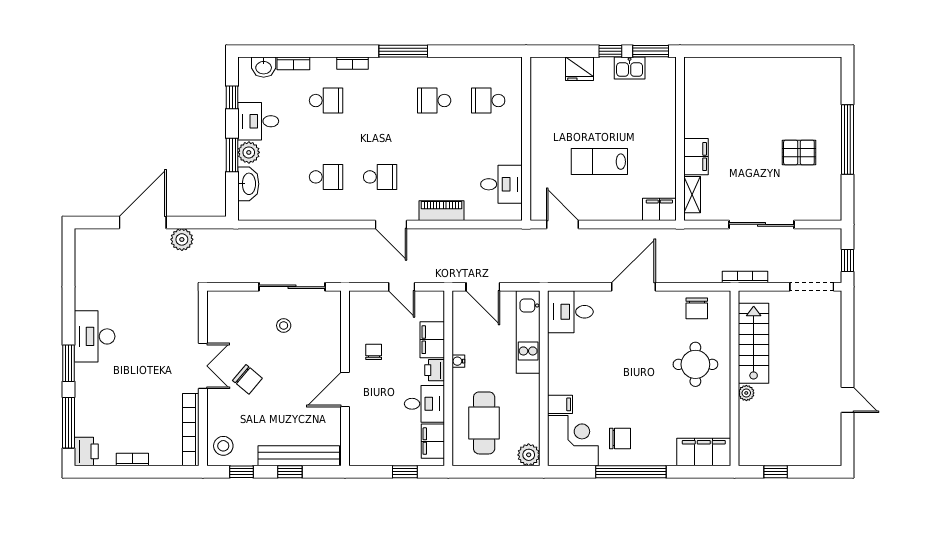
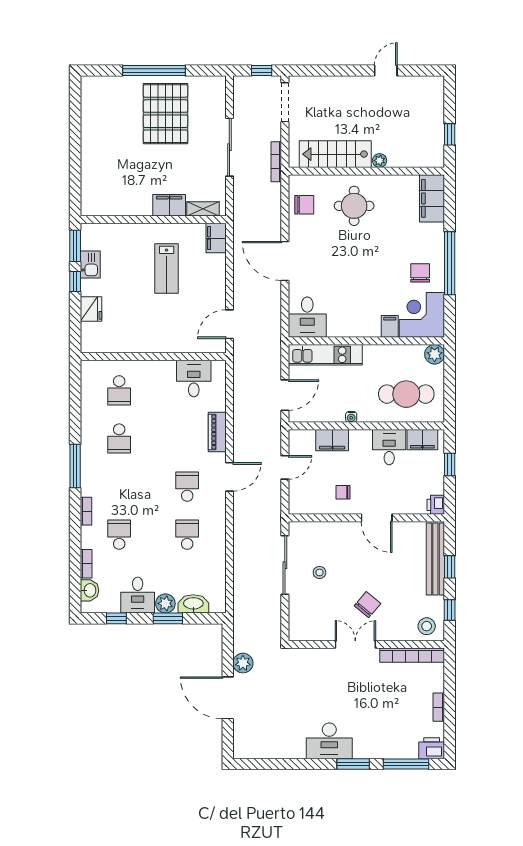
pallet: (799, 152) -> (165, 114), width x2.05, depth x2.00
lab bench: (599, 162) -> (167, 269), moved
printer: (435, 370) -> (436, 505), moved, turned 90

